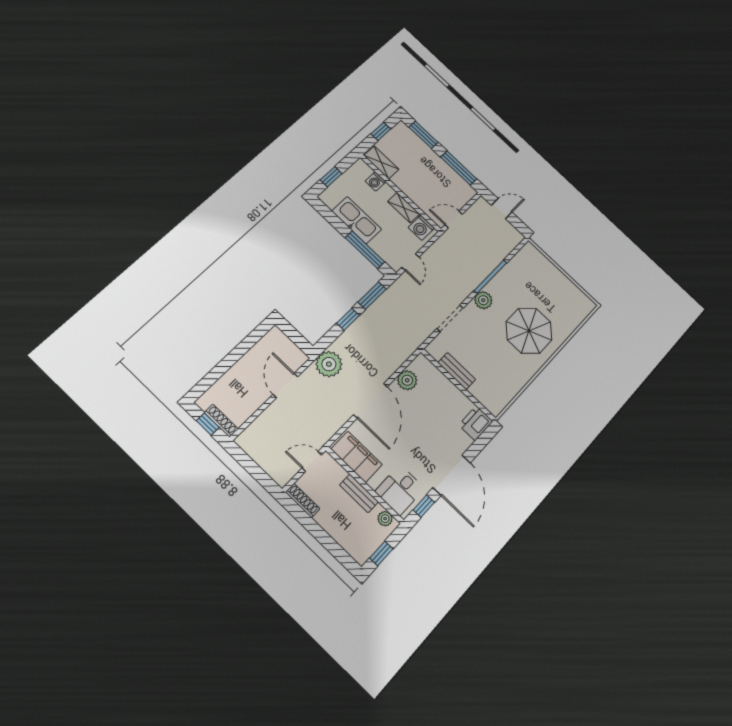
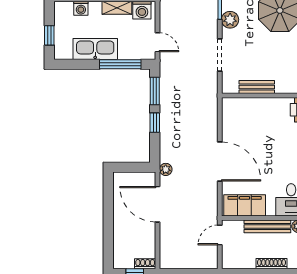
plant: (329, 364) -> (166, 169), width x0.53, depth x0.53
plant: (407, 380) -> (230, 125), removed
door: (285, 385) -> (158, 204), width x1.36
shoe rack: (221, 421) -> (145, 264), width x0.70
bench: (359, 493) -> (267, 226), width x1.36
shoe rack: (303, 500) -> (272, 264), moved

